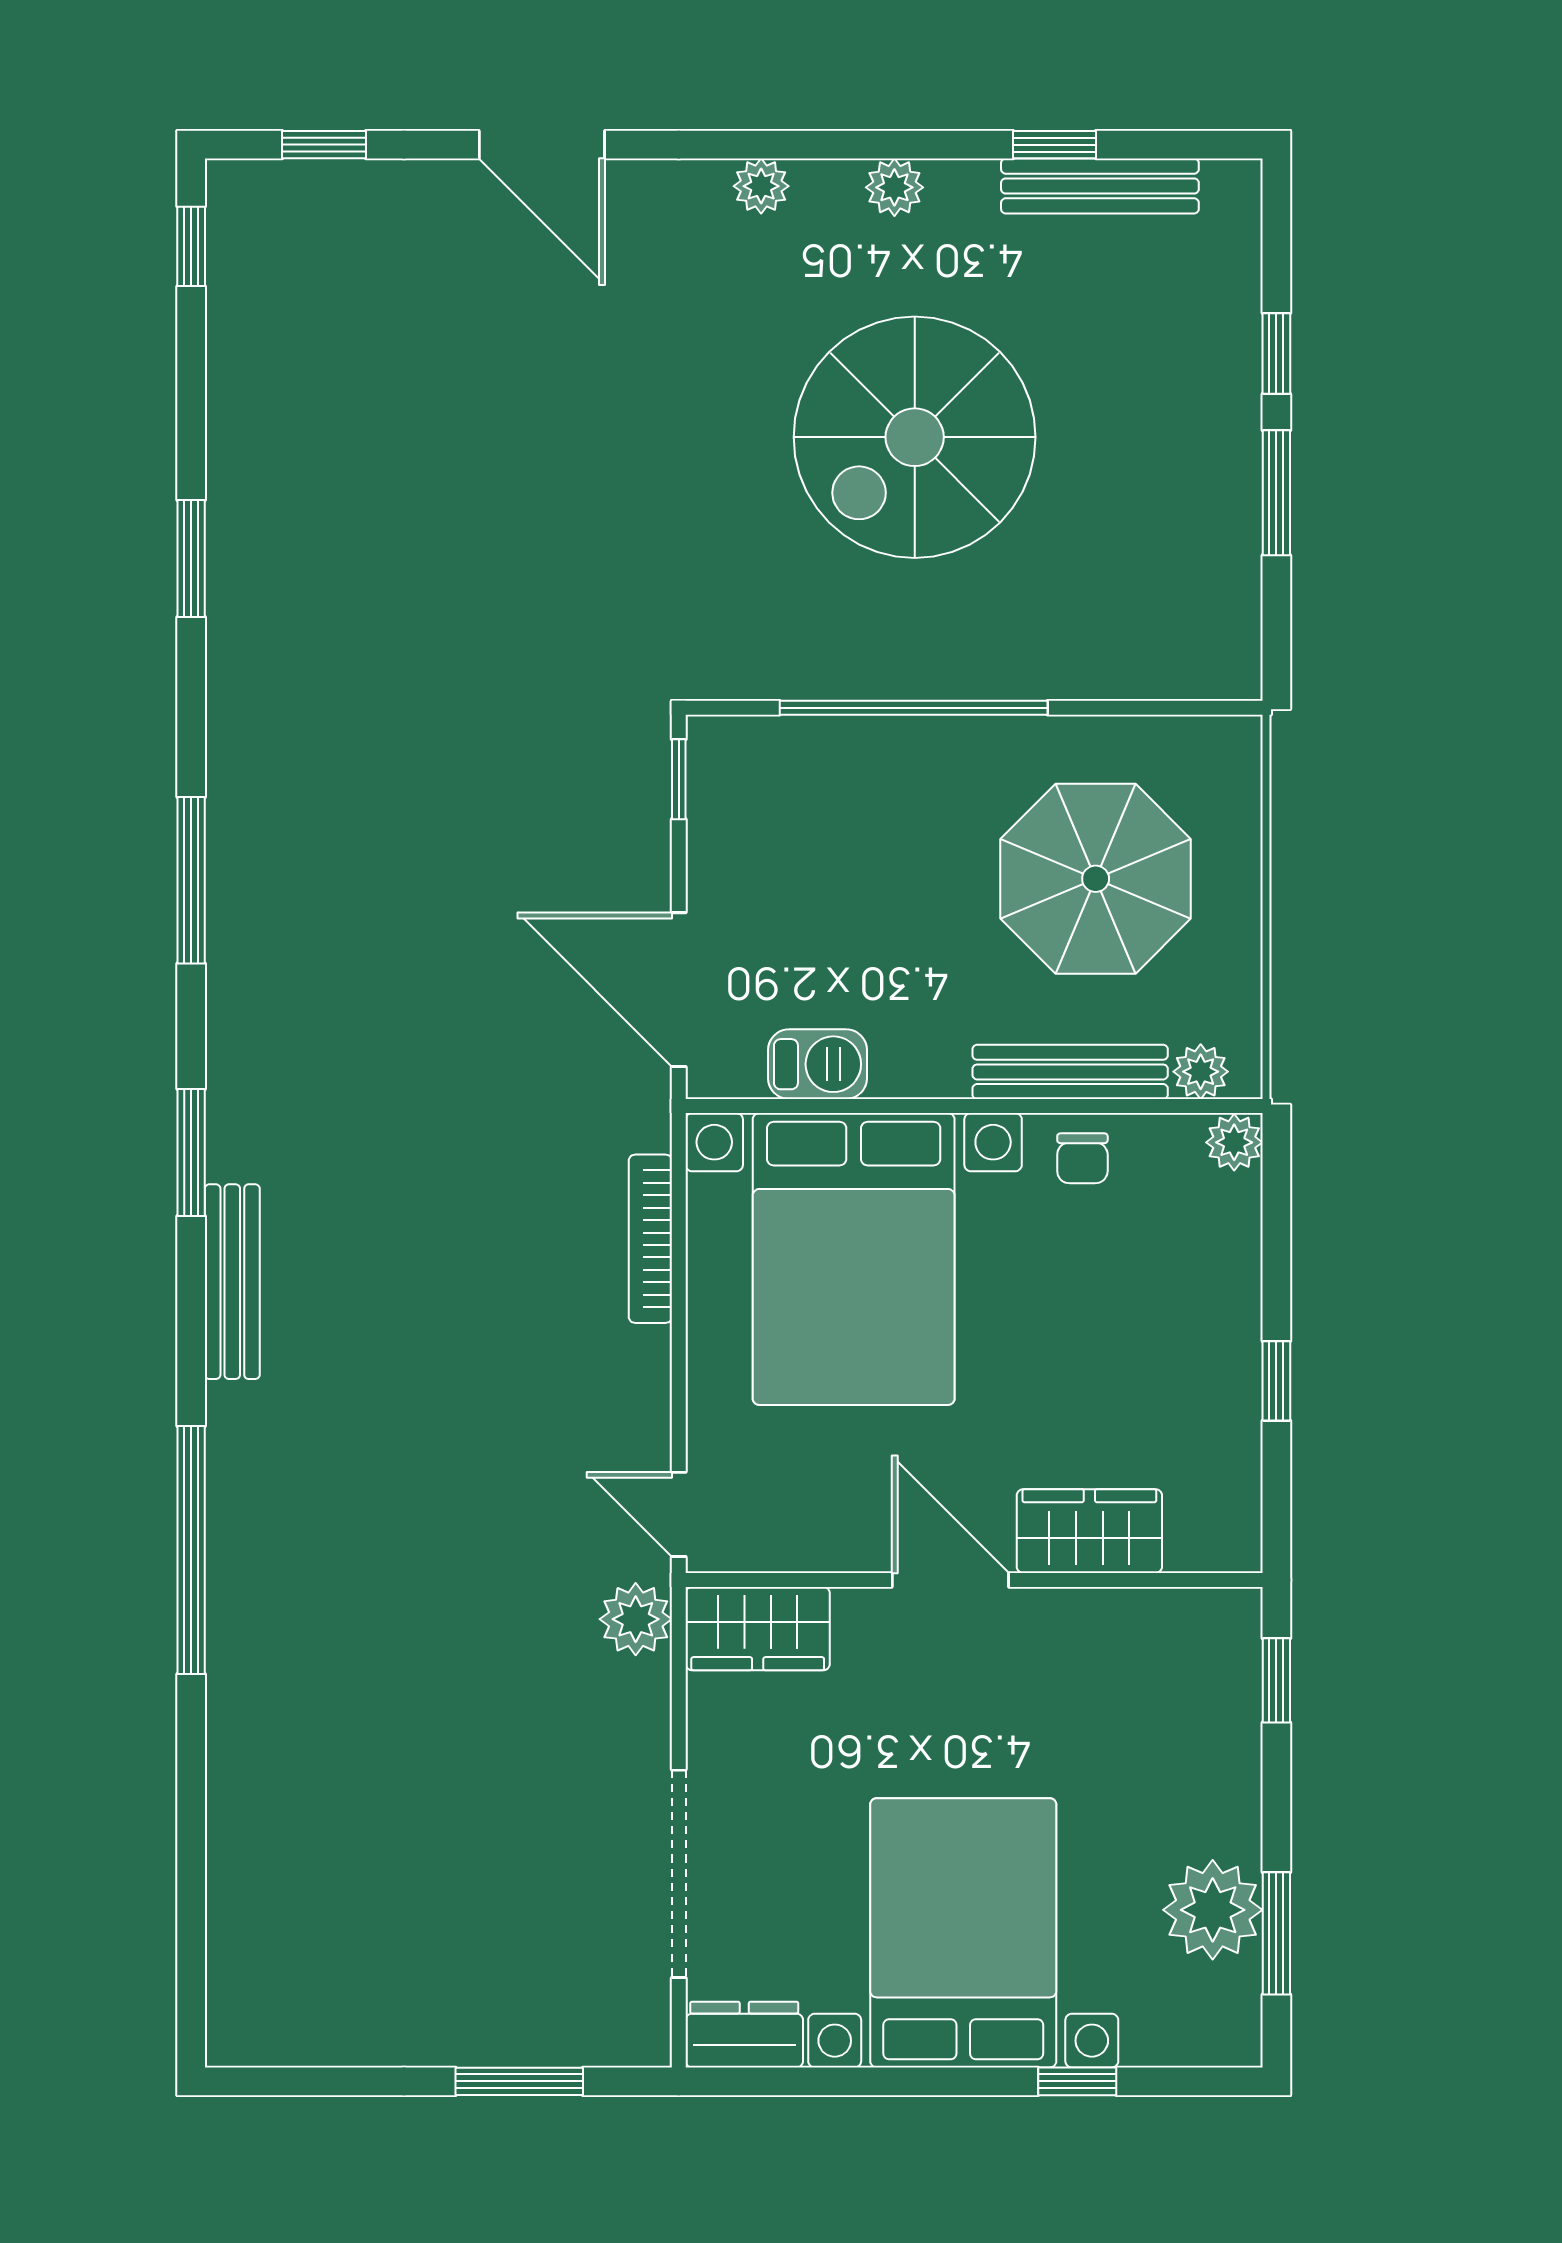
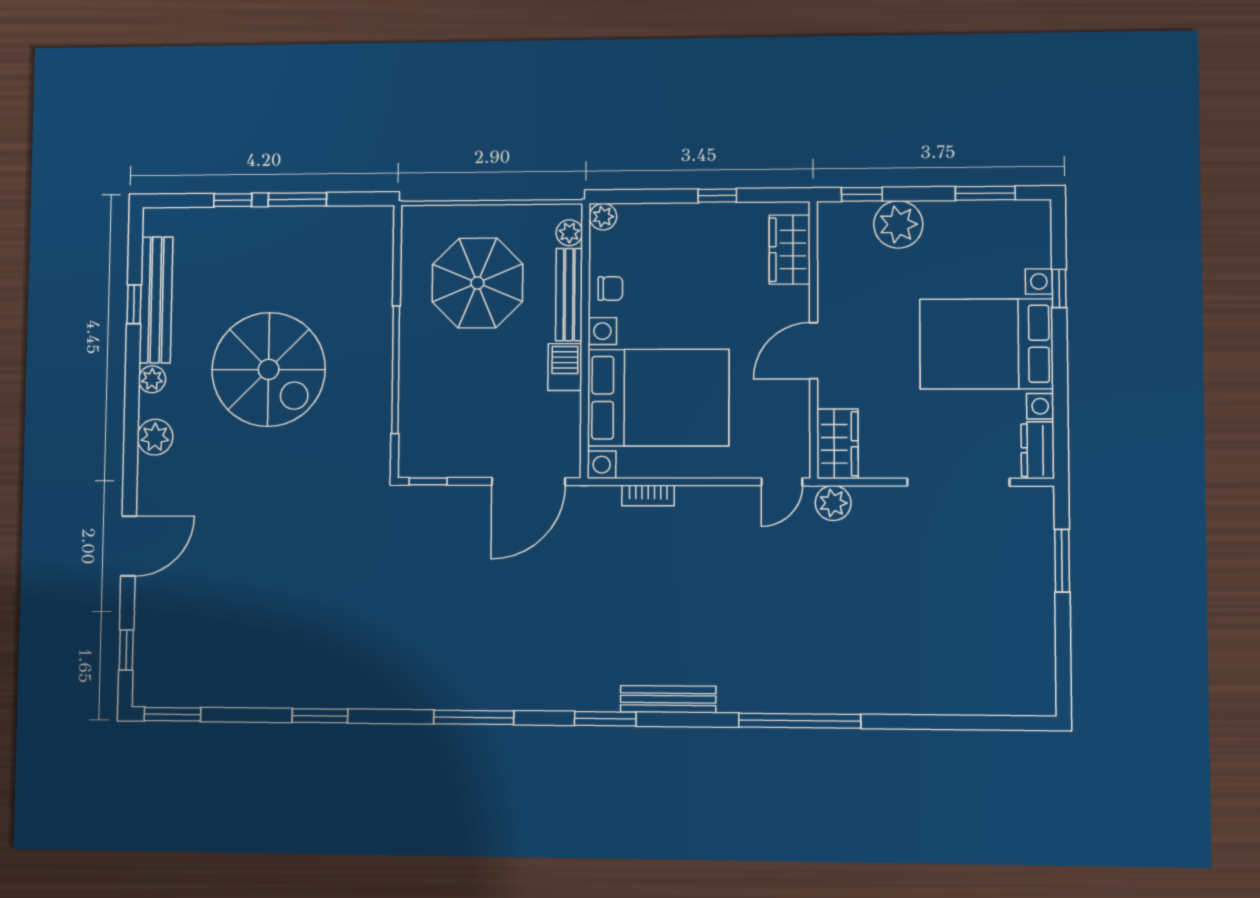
plant: (761, 186) -> (155, 437), width x1.38, depth x1.38
bench: (1100, 186) -> (156, 300), width x1.37, depth x1.21
window: (191, 246) -> (173, 714), width x1.50
barbecue: (818, 1064) -> (565, 367), moved
bookcase: (650, 1239) -> (648, 495), width x0.64
wardrobe: (1089, 1531) -> (790, 250), moved
plant: (1213, 1910) -> (898, 224), moved

